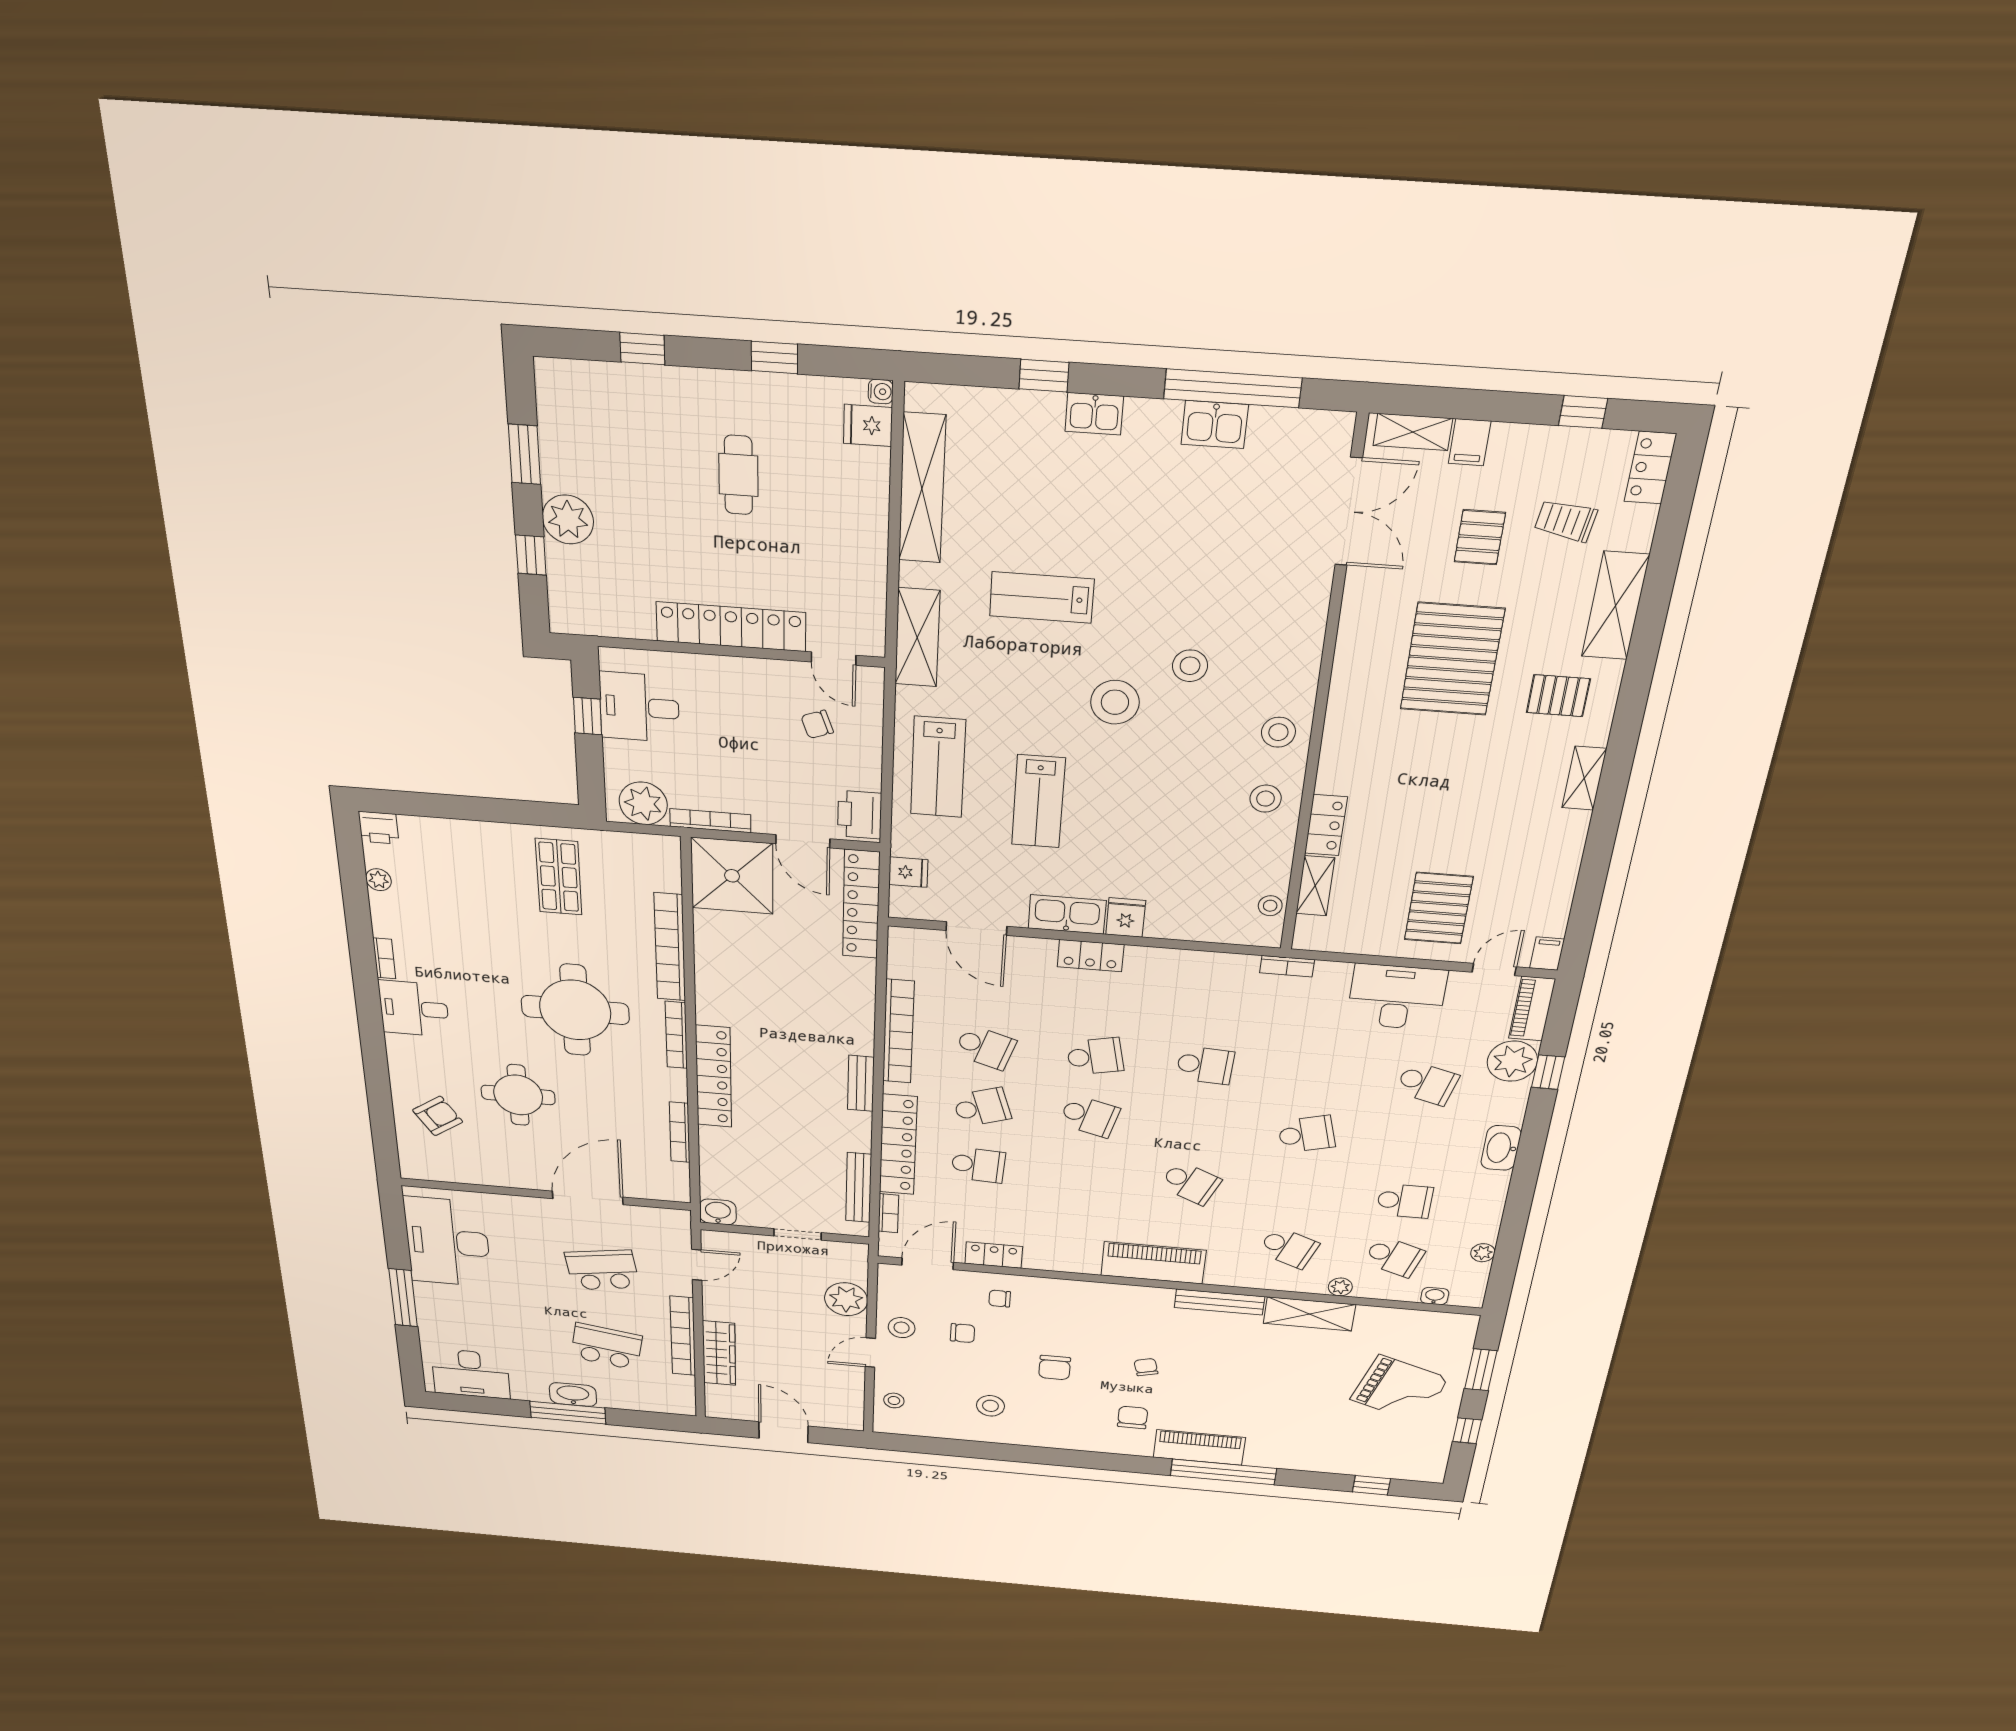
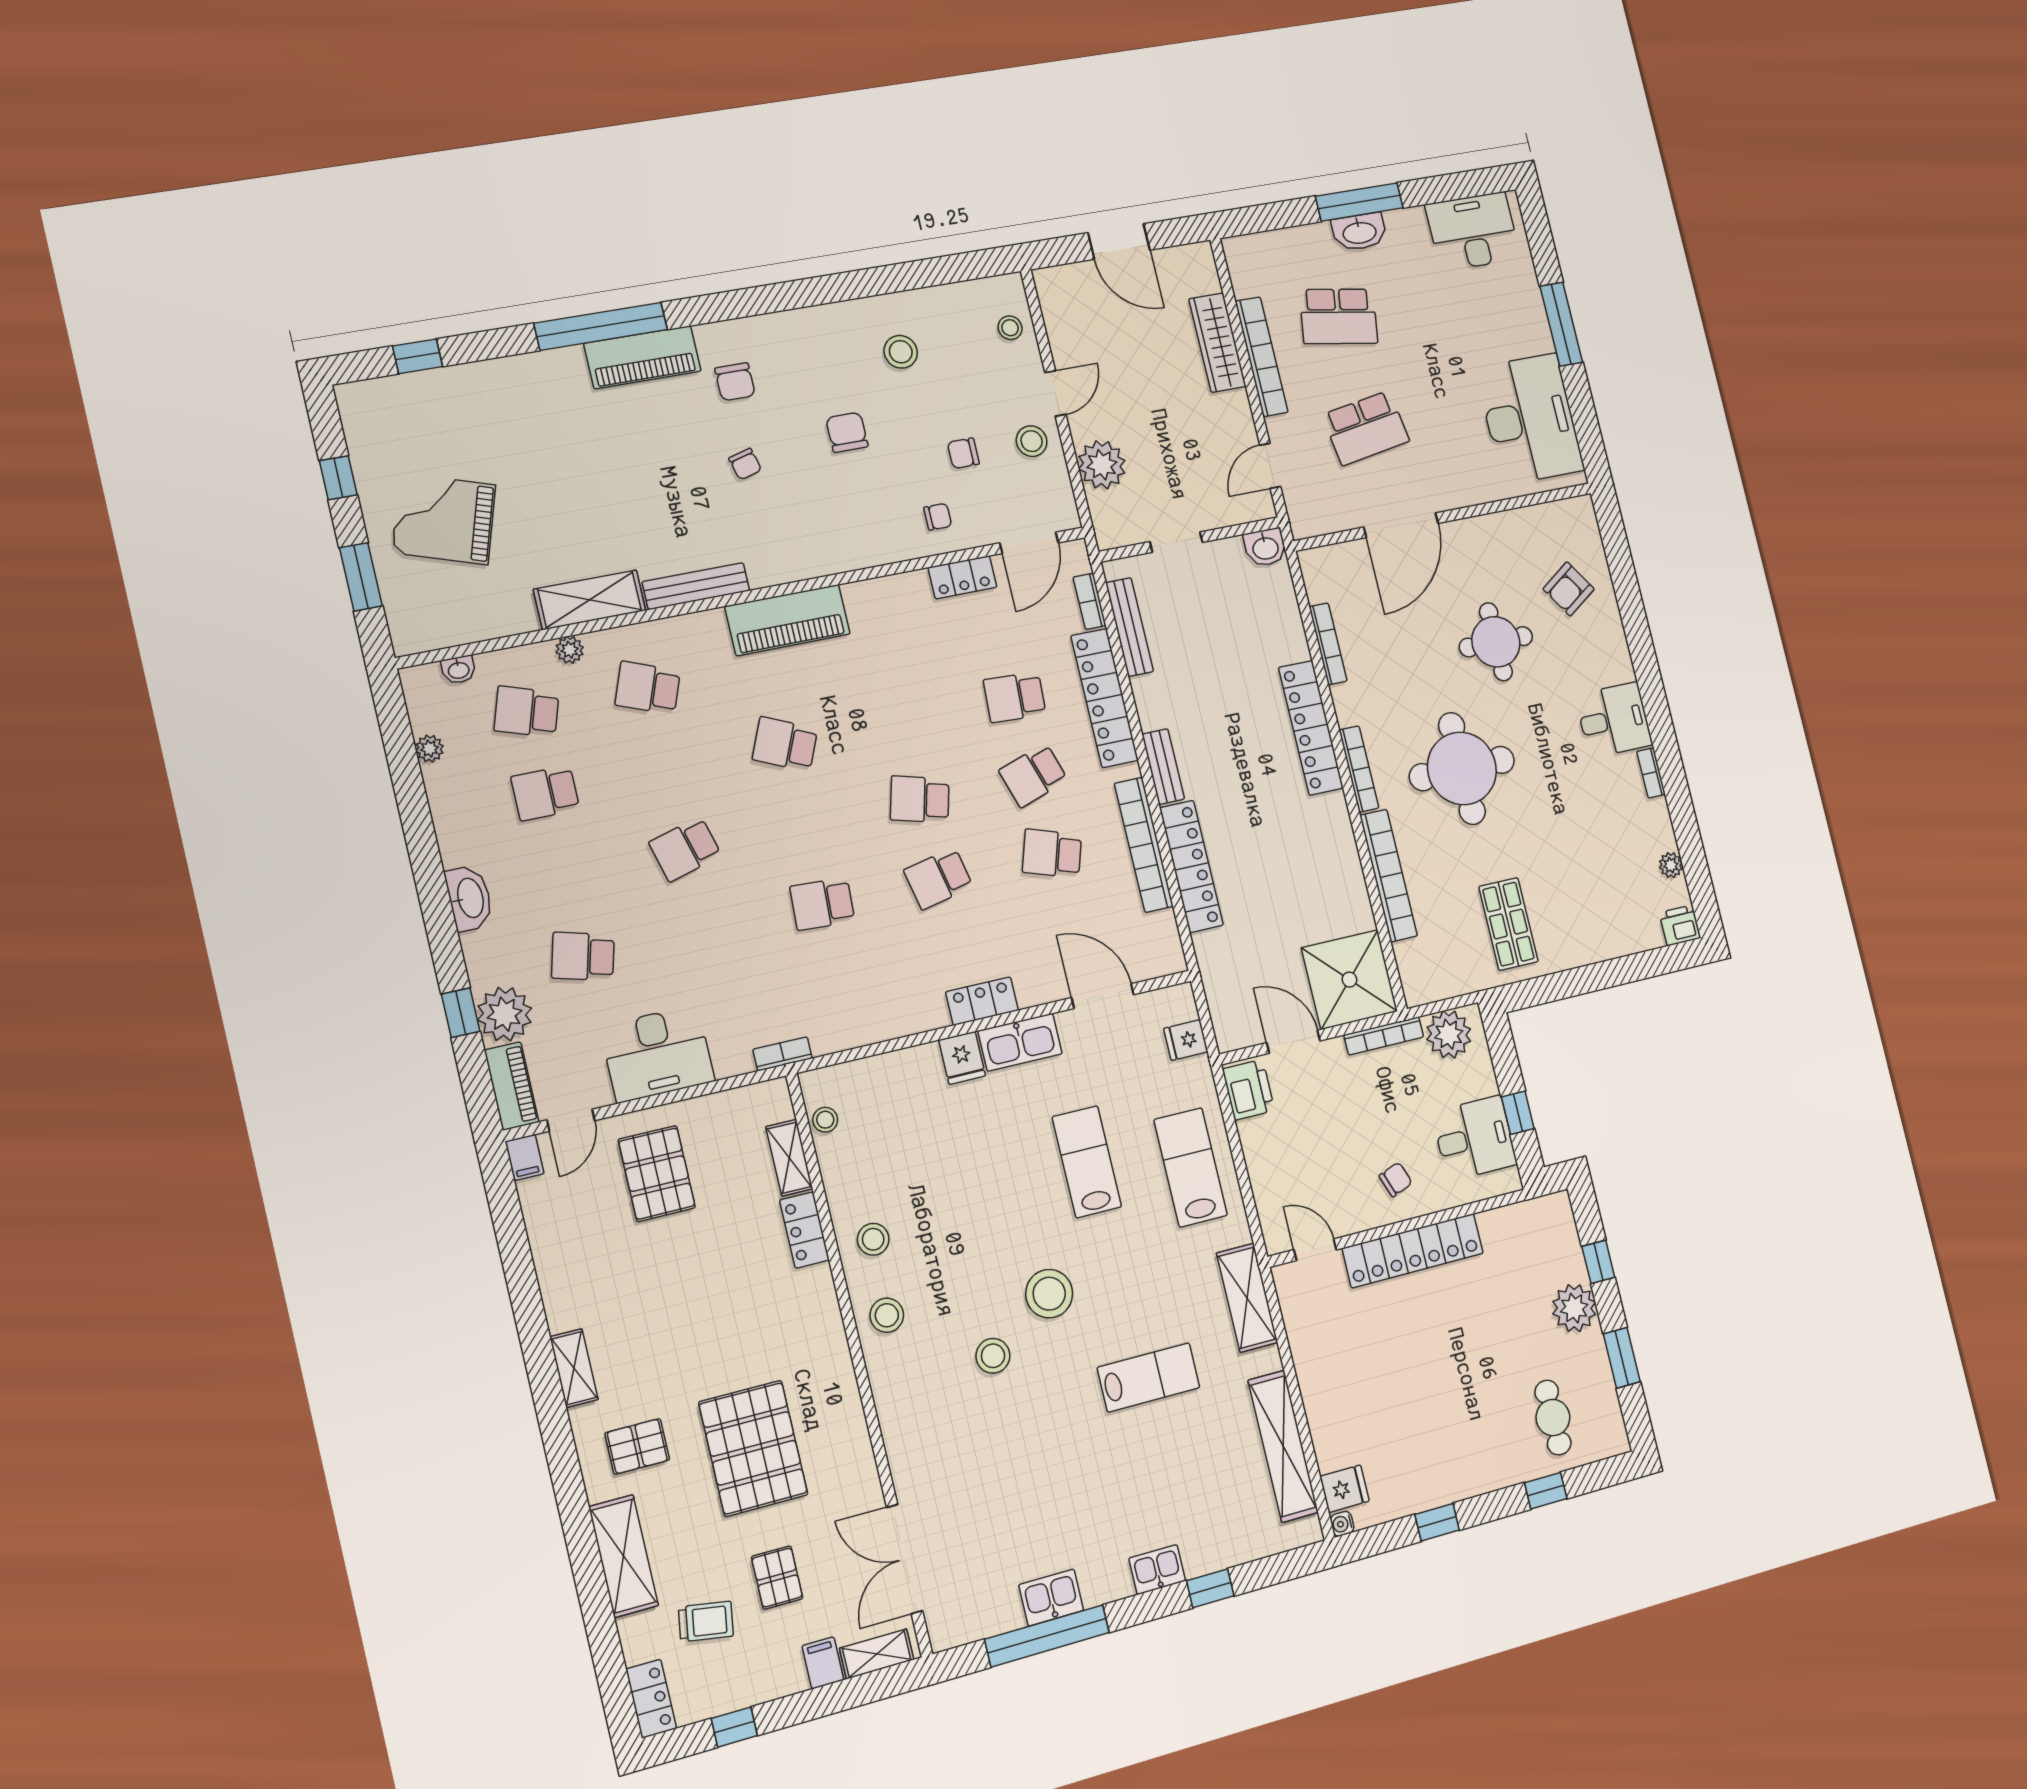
cafe table: (738, 475) -> (1553, 1418), moved
chair: (817, 724) -> (1396, 1179), moved
locker: (861, 904) -> (1191, 866), moved

